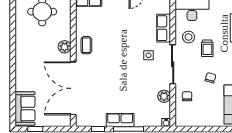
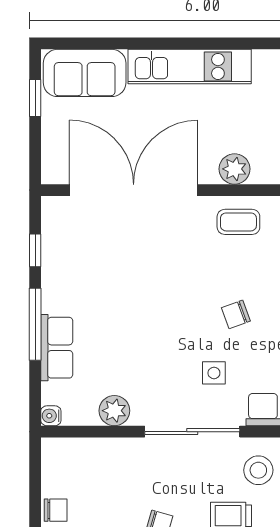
chair: (124, 46) -> (236, 314), added
kitchen unit: (22, 65) -> (190, 66), added
chair: (187, 96) -> (56, 510), moved
row of seats: (120, 120) -> (57, 348), moved

